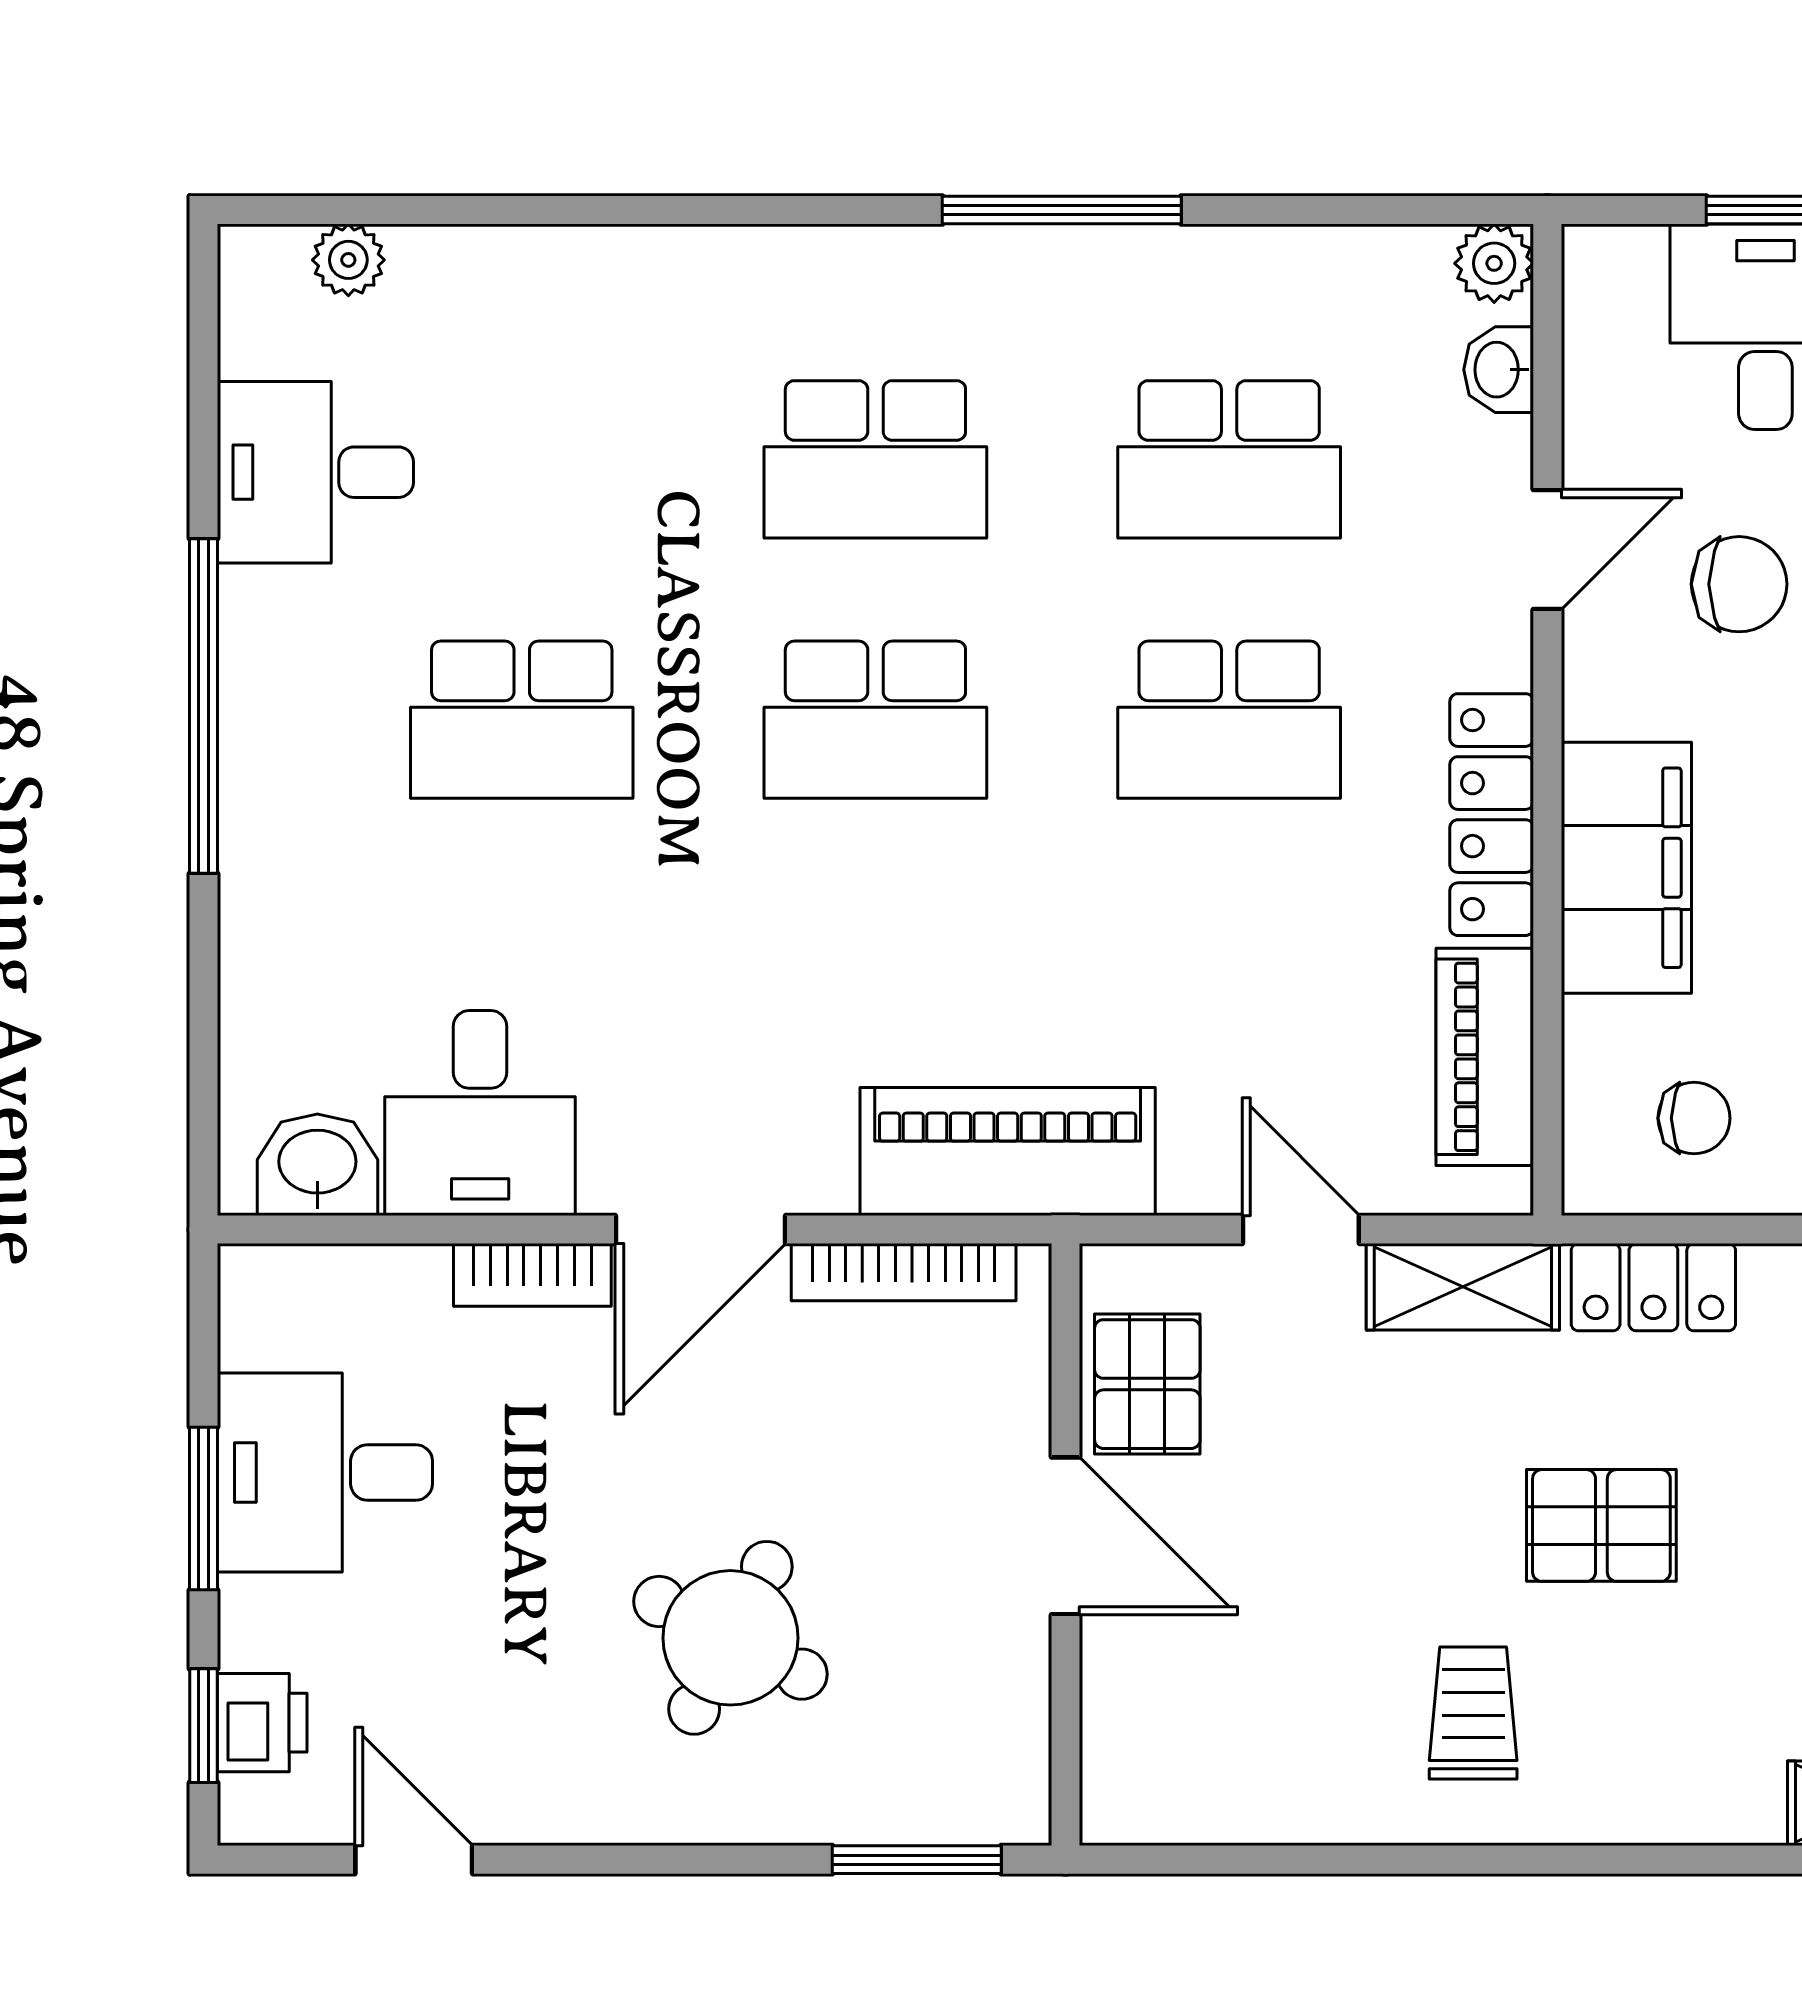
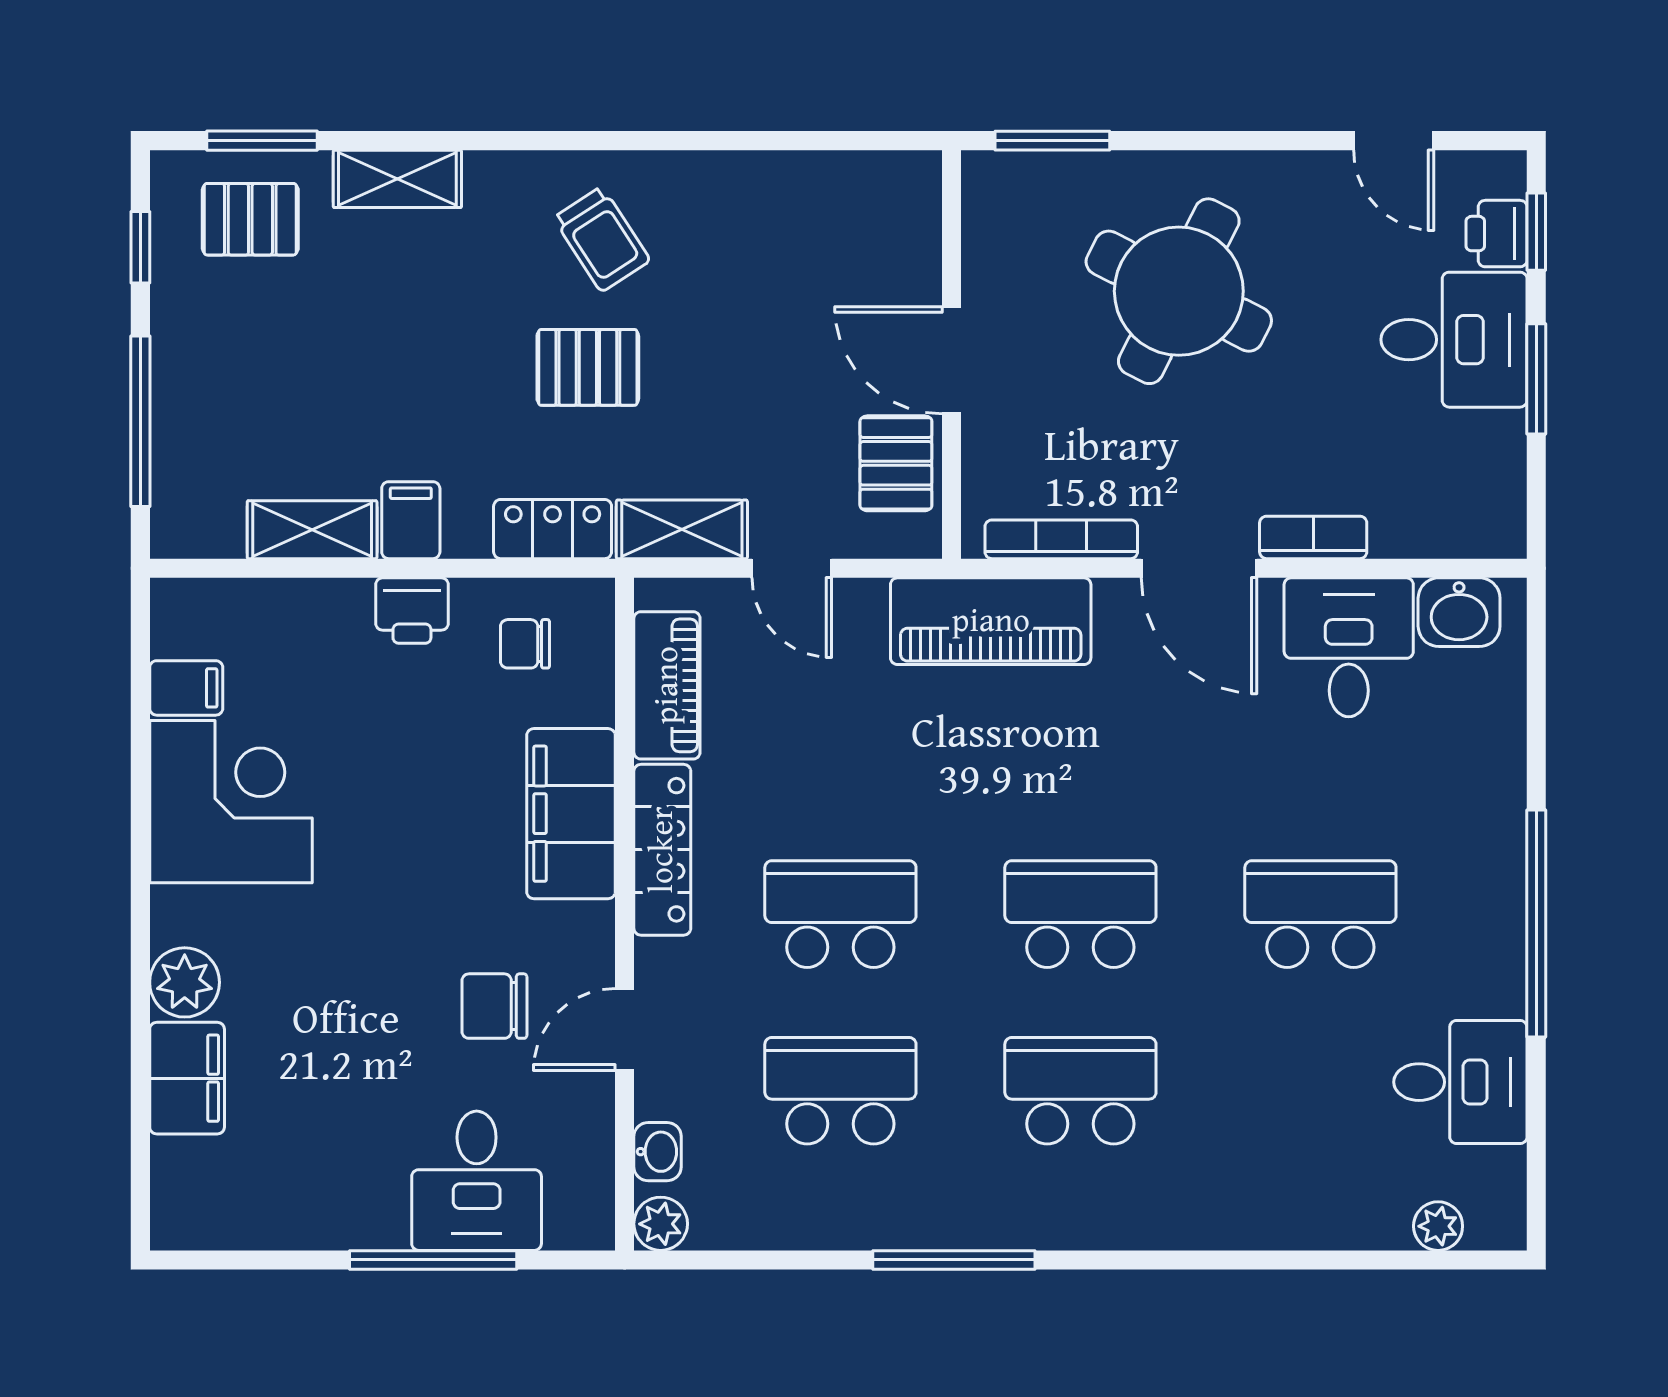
door: (701, 1229) -> (1199, 568), swing flipped
desk: (325, 1472) -> (1454, 340), moved
round table: (730, 1638) -> (1179, 291), width x1.36, depth x1.36
trolley: (1473, 1713) -> (602, 239), moved, turned -33

